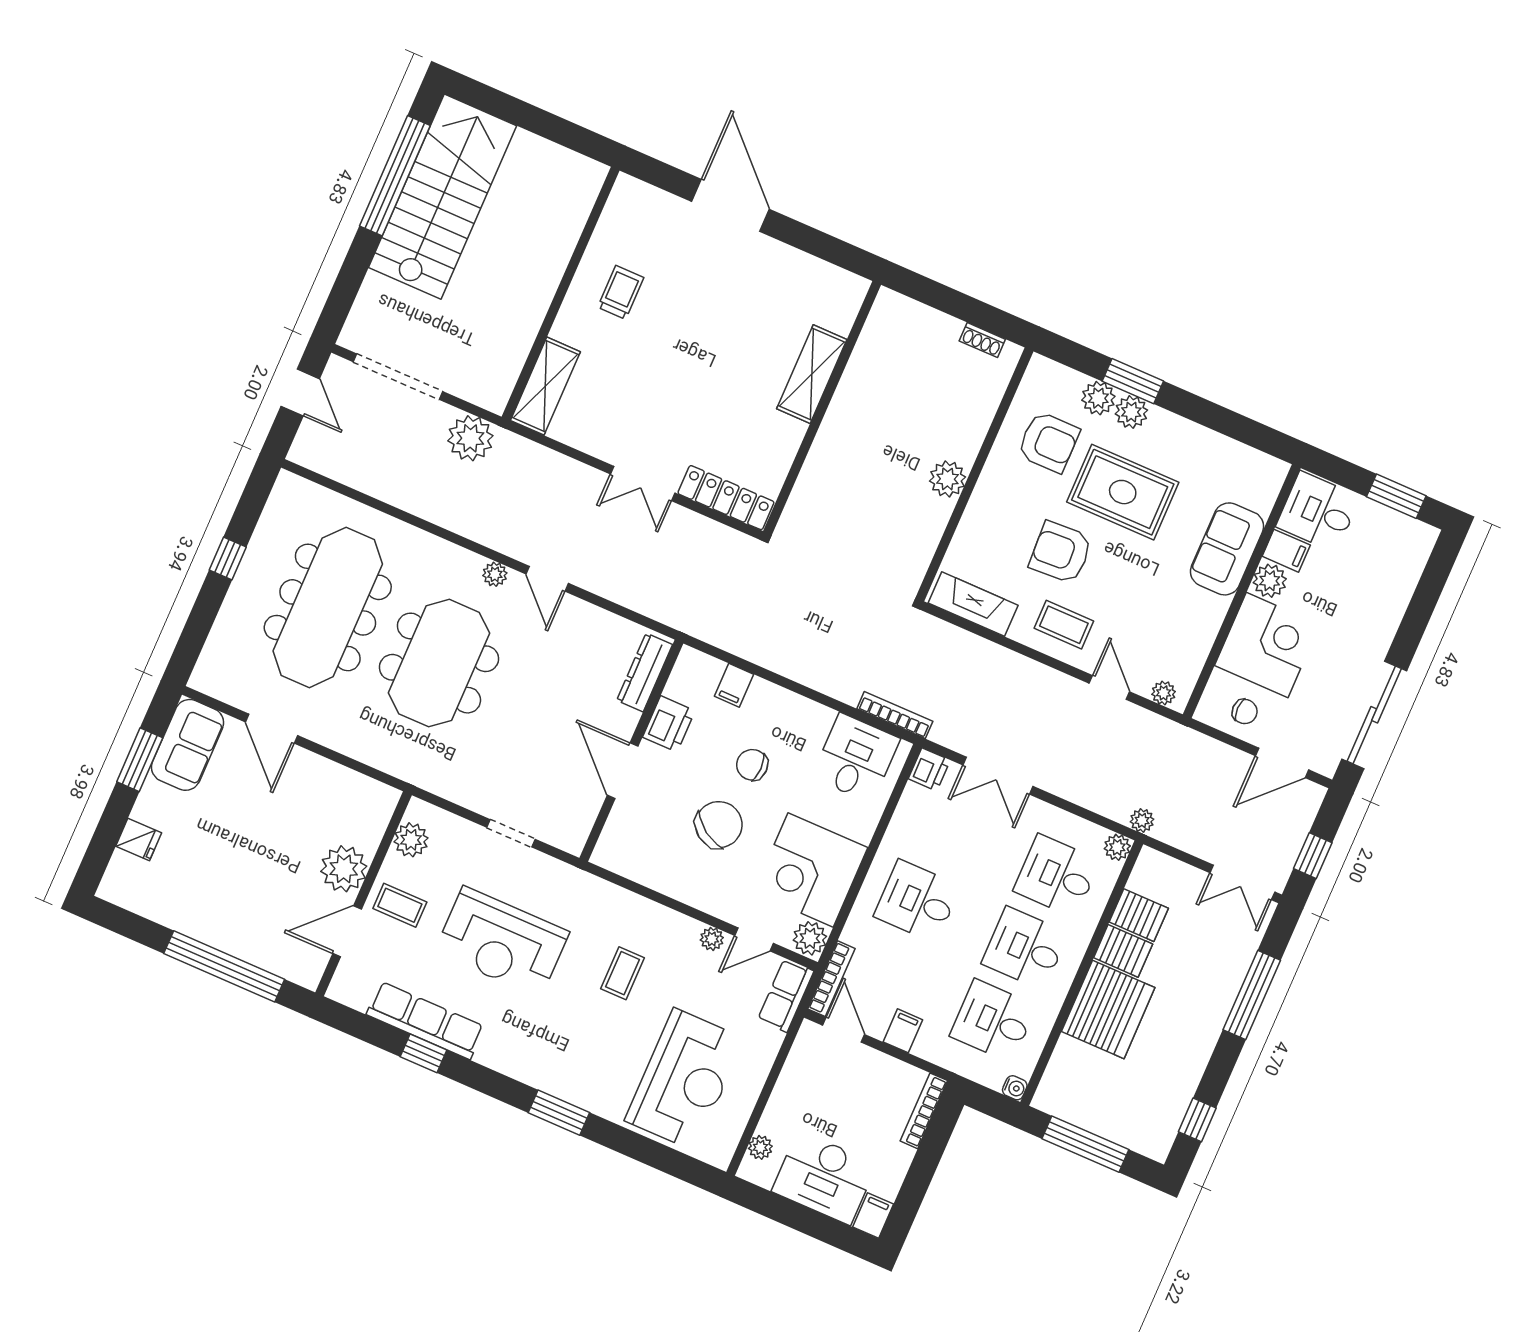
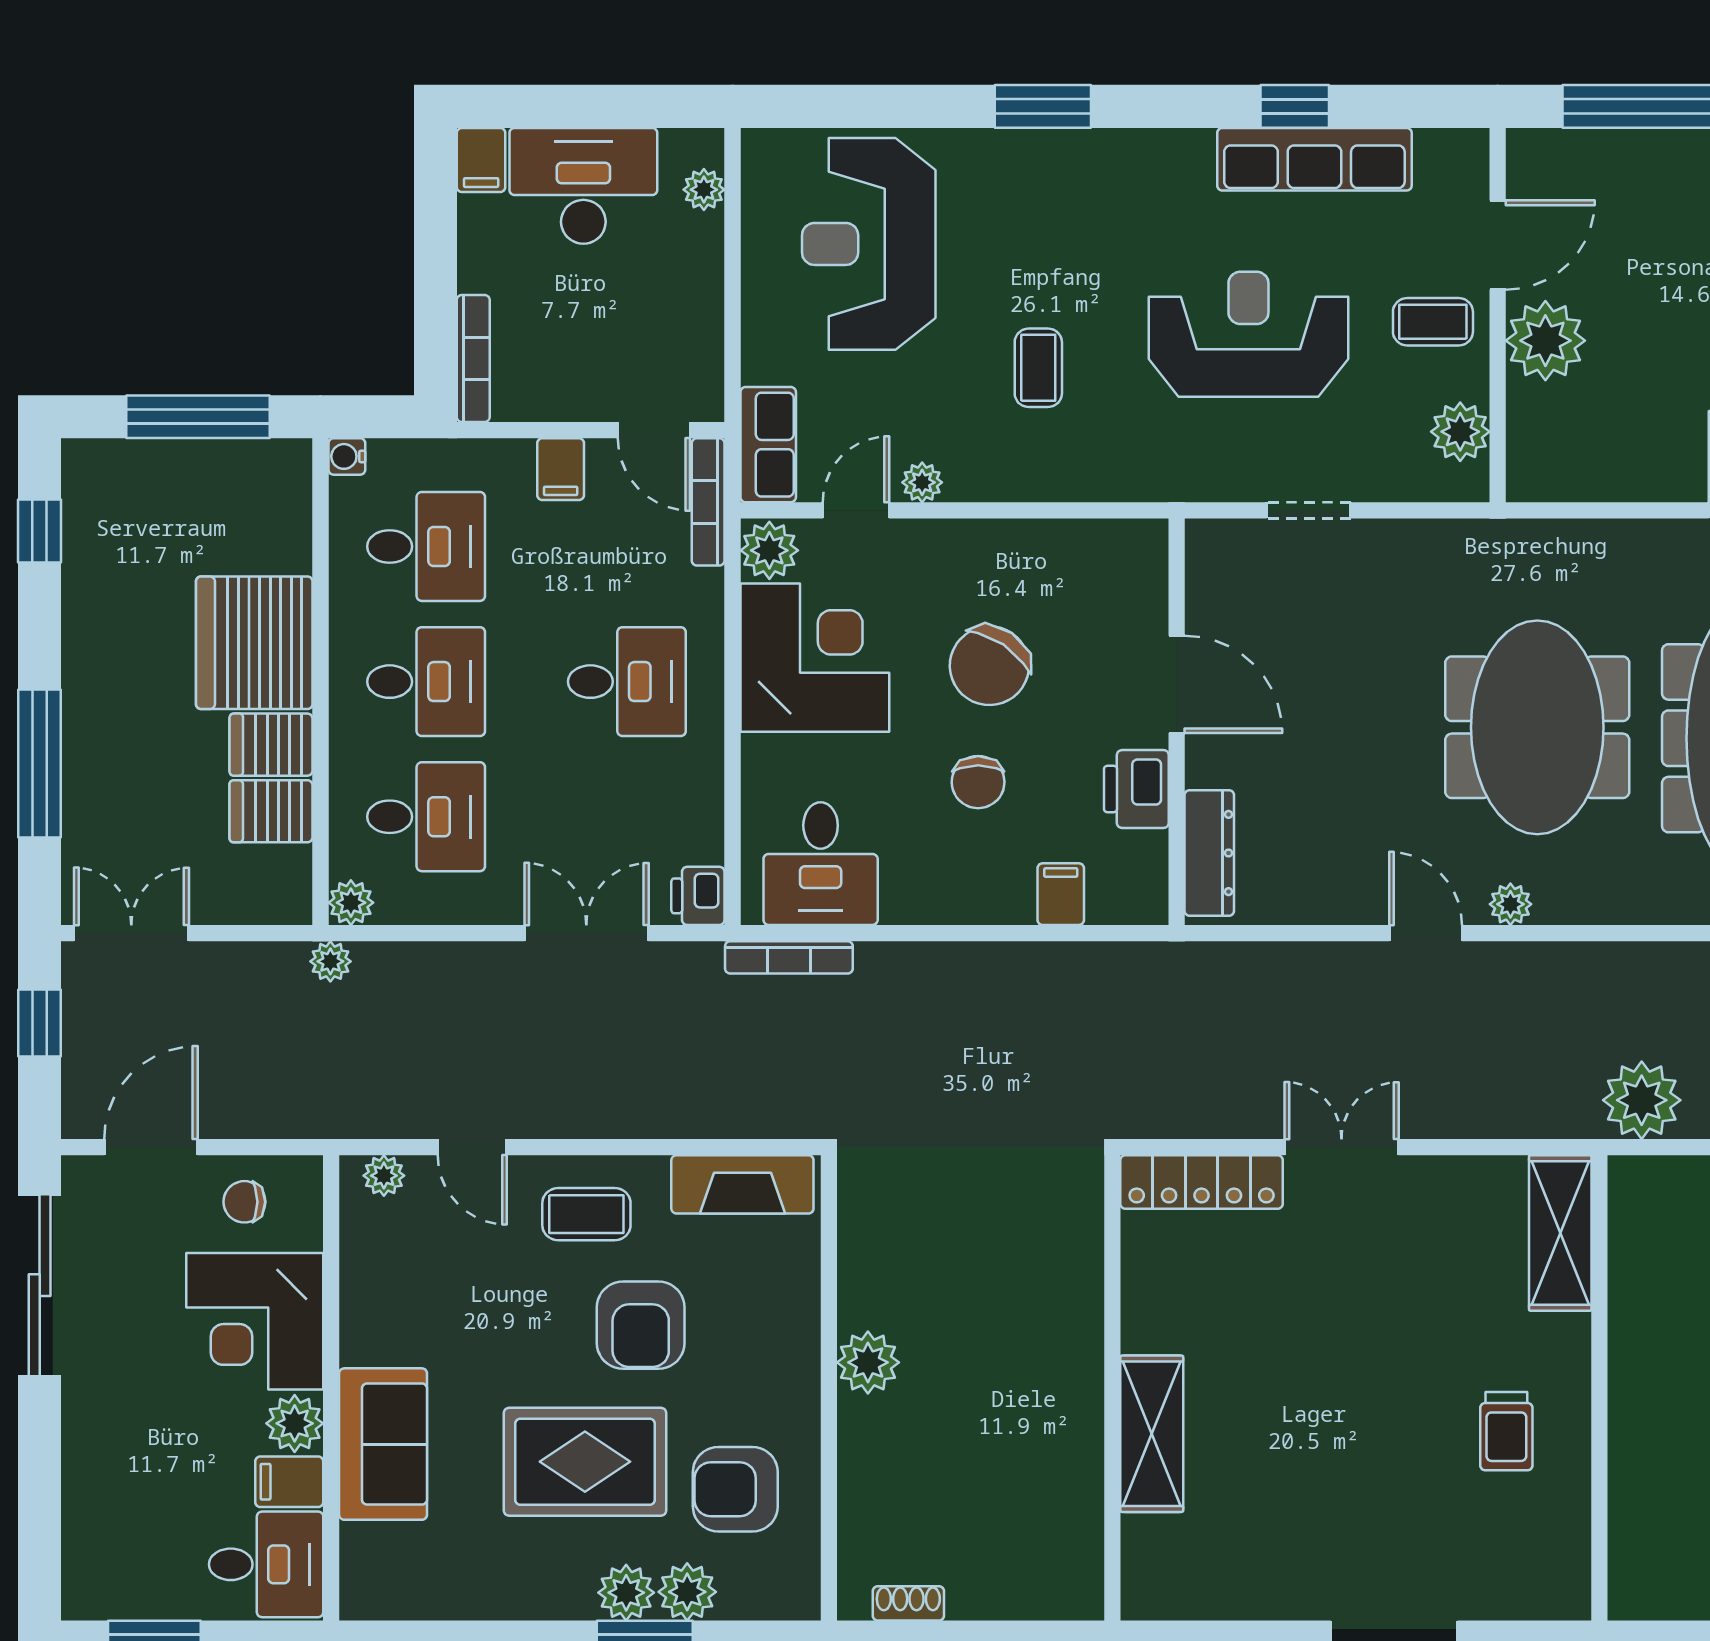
armchair: (1061, 552) -> (641, 1325), turned 93
chair: (752, 765) -> (978, 782), turned 90

